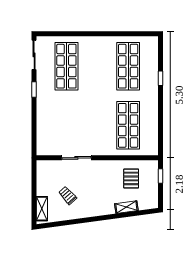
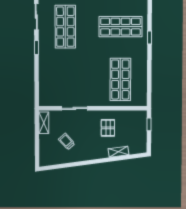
shop shelf: (128, 66) -> (120, 27), turned 90
pallet: (131, 178) -> (108, 128), moved
shelving: (42, 209) -> (44, 123), moved

